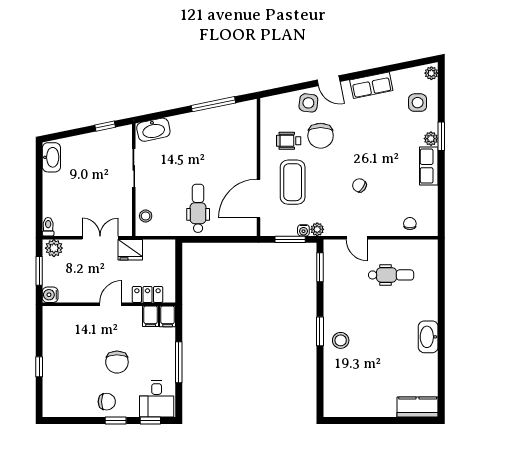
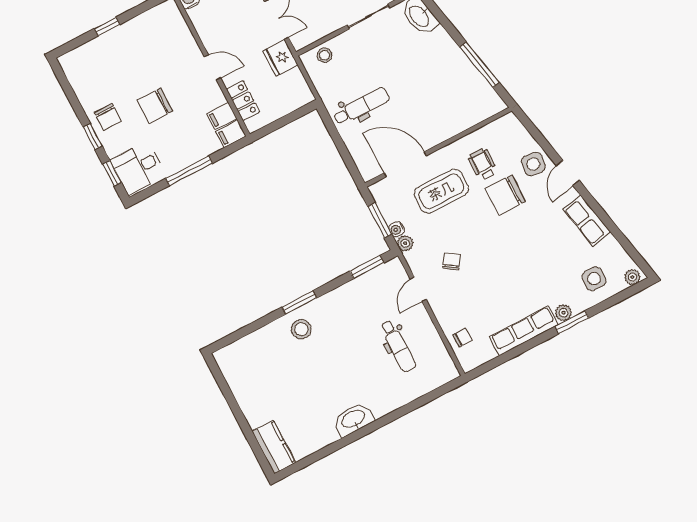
row of seats: (429, 166) -> (524, 331), width x1.48
chair: (359, 185) -> (452, 262), moved

